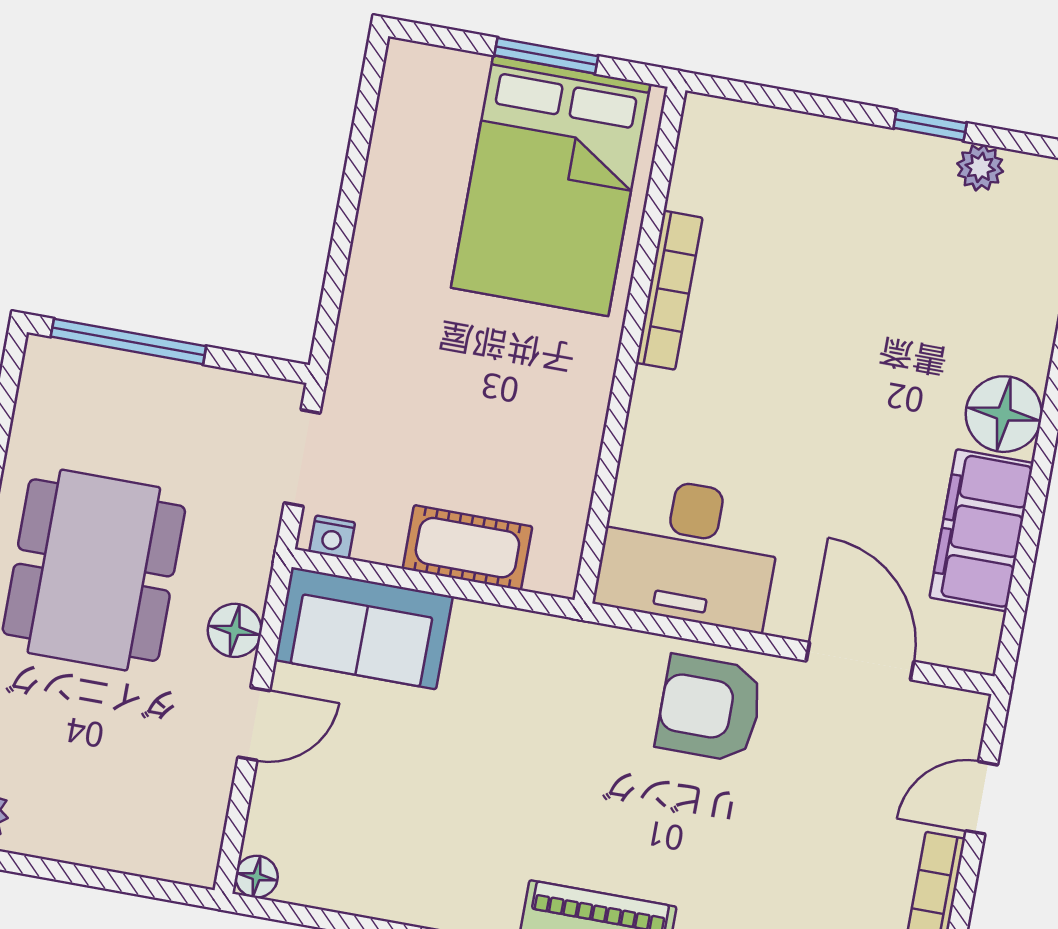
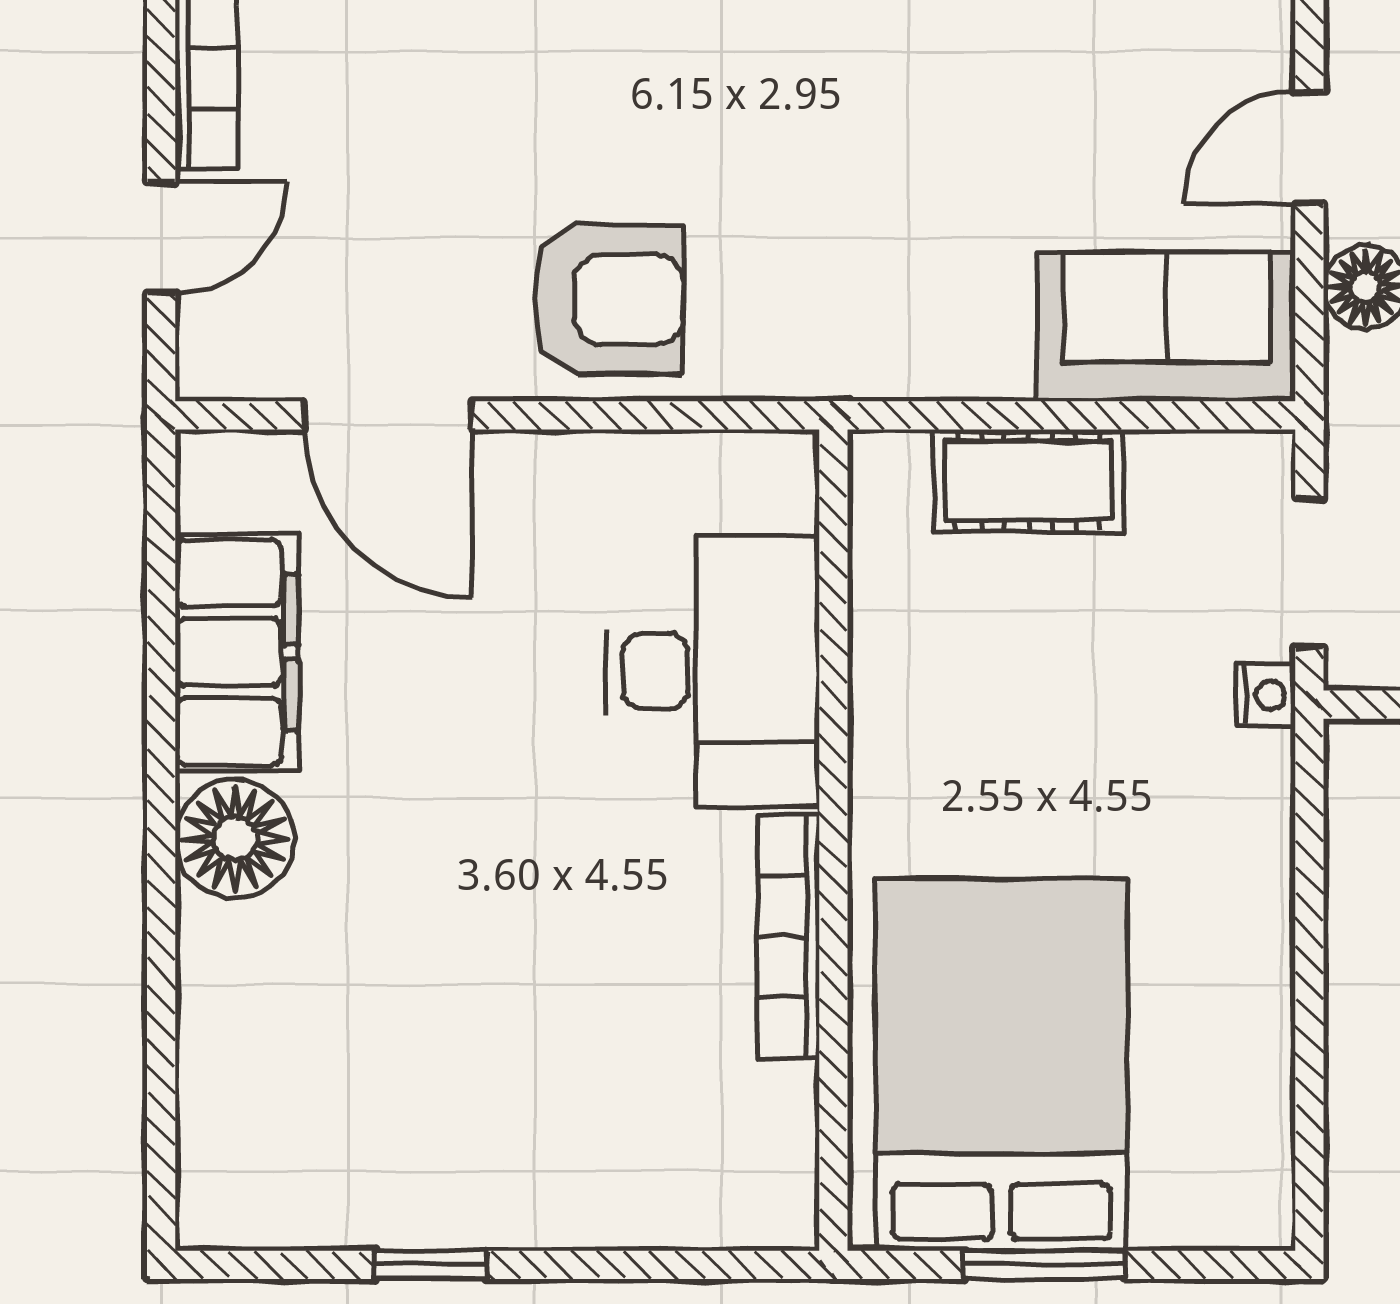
plant: (980, 167) -> (341, 1214), removed
nightstand: (332, 537) -> (1266, 695), moved, turned 90
desk: (689, 552) -> (713, 671), moved, turned 90

